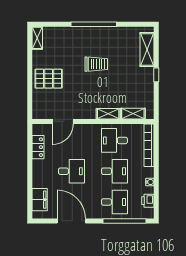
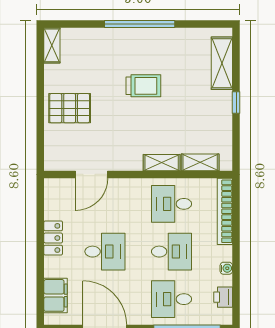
locker: (38, 147) -> (53, 238), moved
desk: (114, 202) -> (172, 299), turned 180

